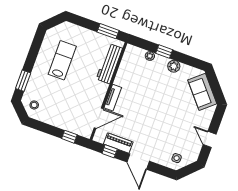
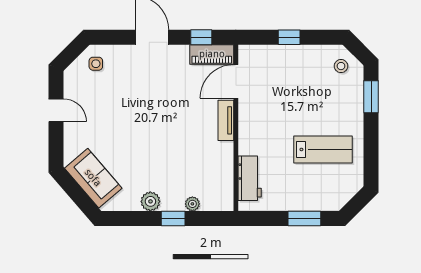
window: (108, 31) -> (304, 219), moved
lab bench: (62, 60) -> (323, 149), turned -90
workbench: (109, 64) -> (250, 178), width x0.73
window: (69, 137) -> (289, 37), moved
piano: (118, 143) -> (212, 54), moved

